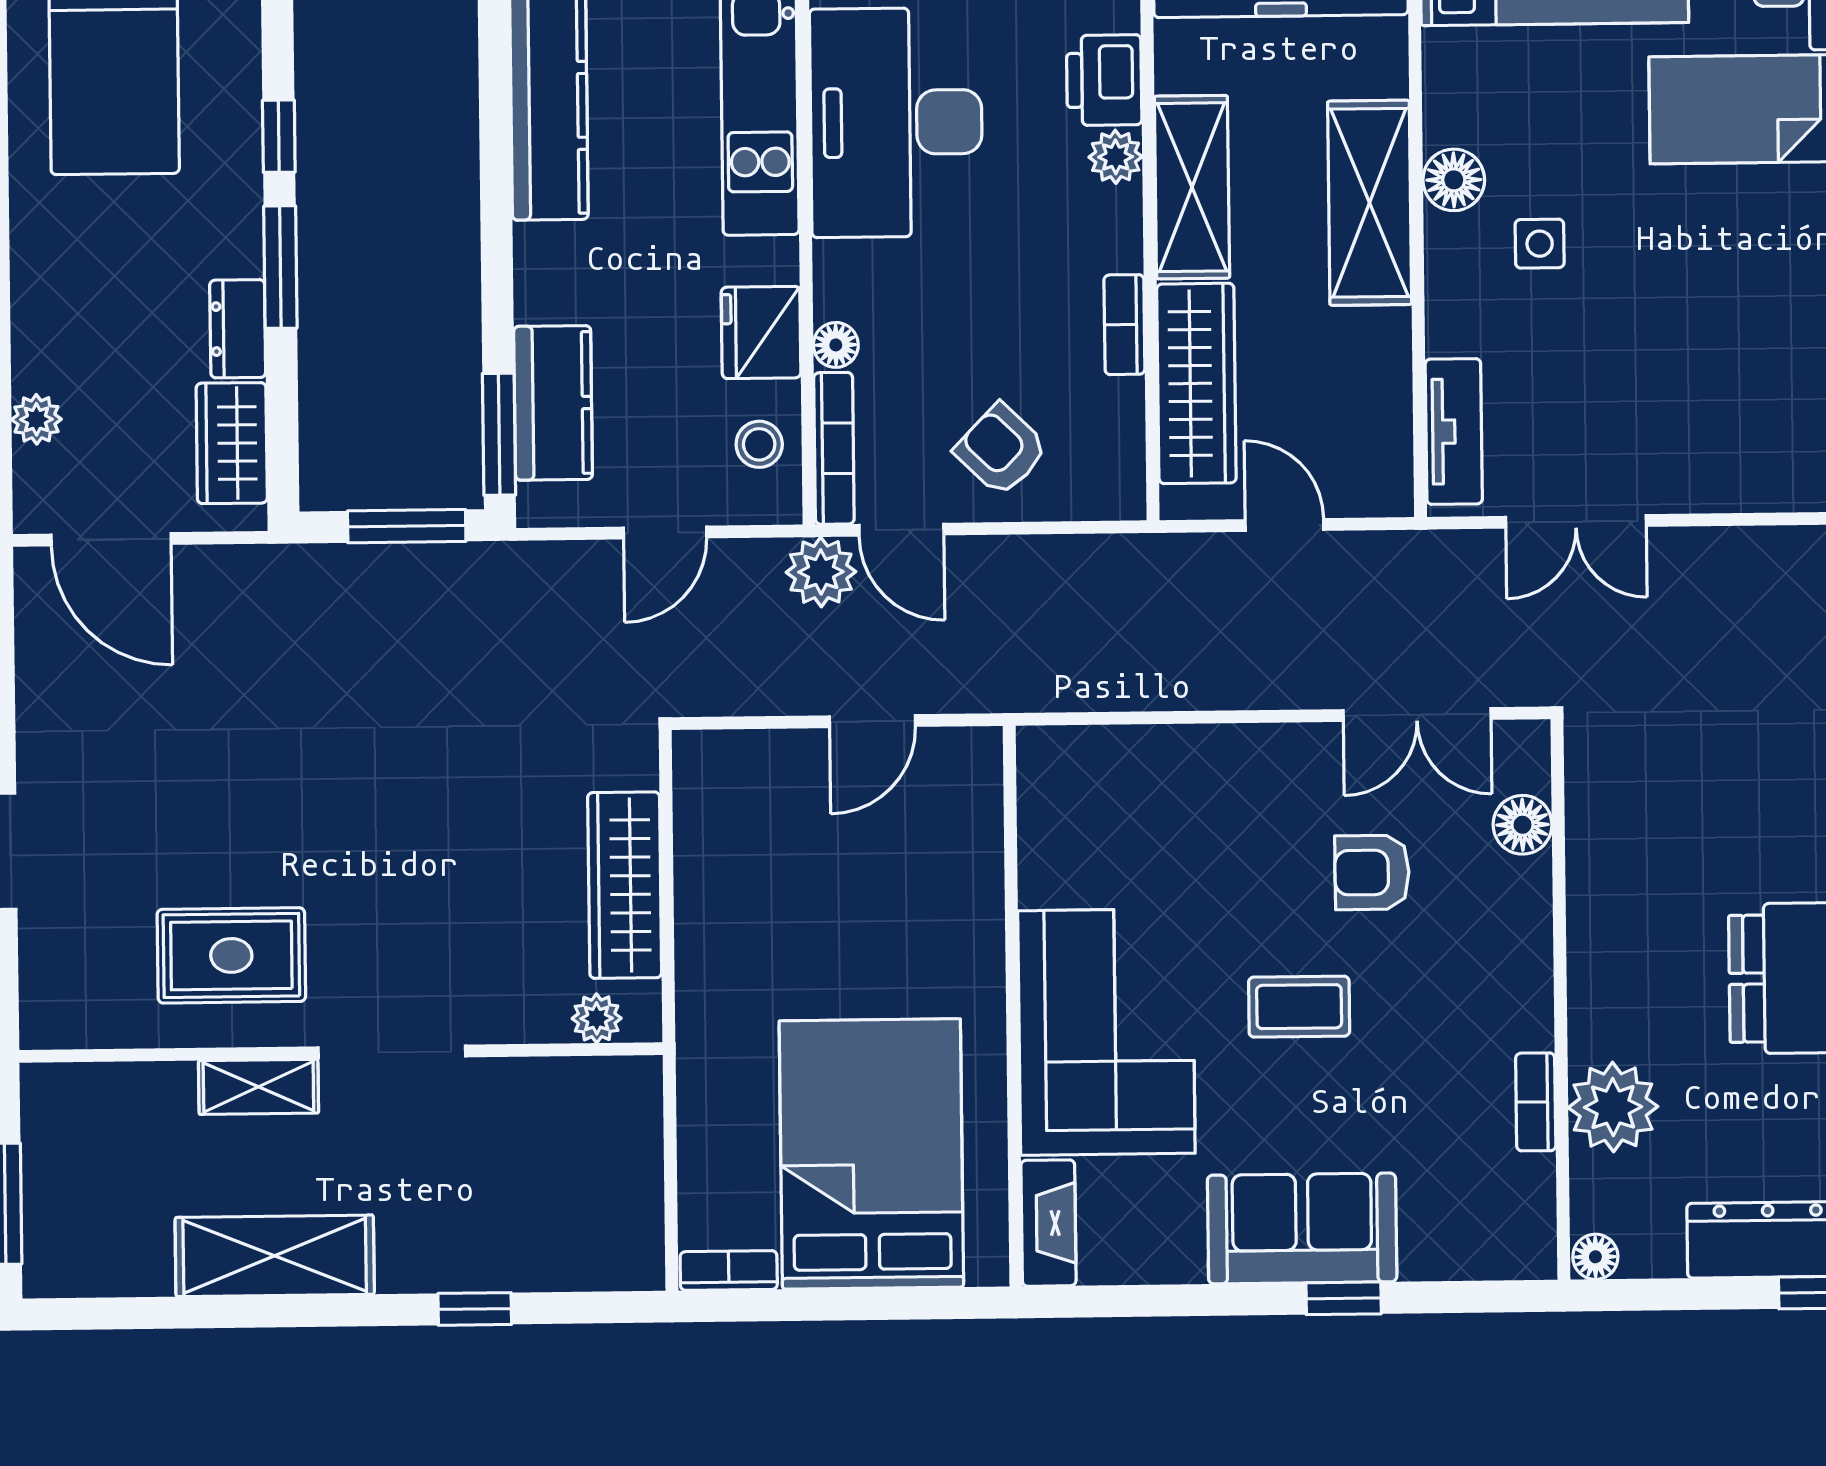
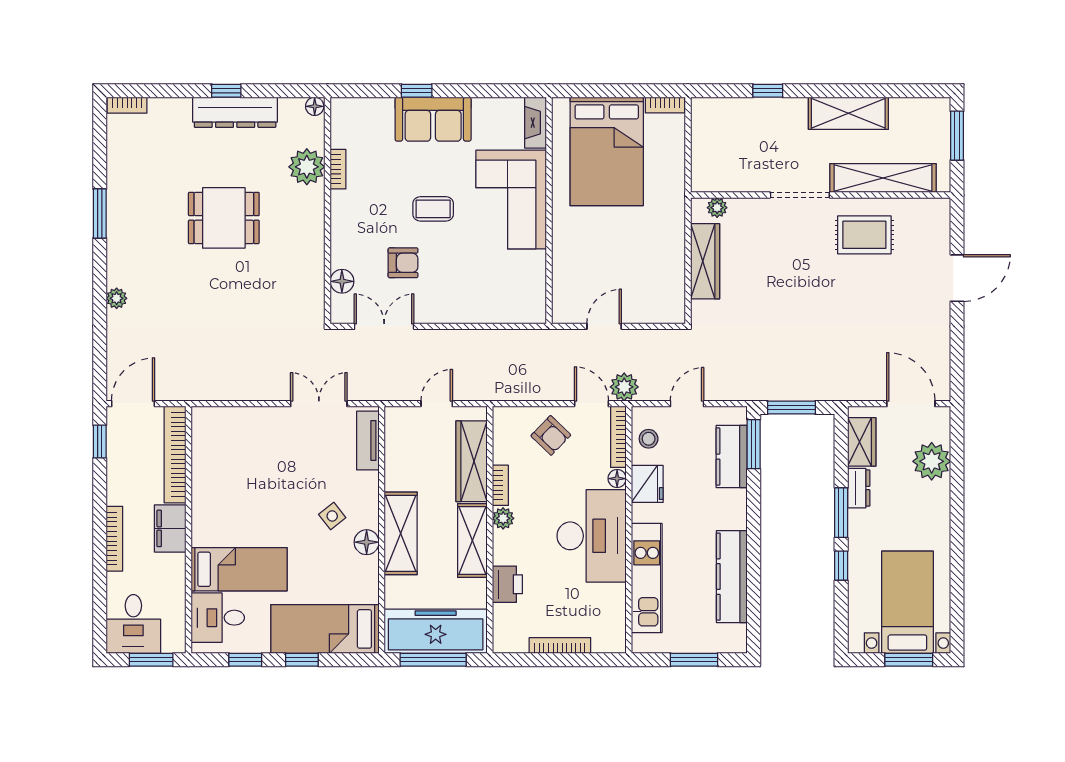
desk: (896, 122) -> (592, 536), moved
plant: (1116, 157) -> (503, 518), moved
side table: (1540, 244) -> (332, 516), turned -38
plant: (36, 419) -> (932, 461), width x1.88, depth x1.88
door: (1284, 525) -> (437, 404), swing flipped
shelving: (258, 1087) -> (883, 178), width x2.20, depth x1.33

